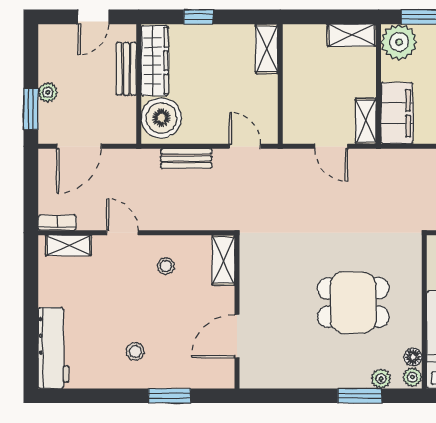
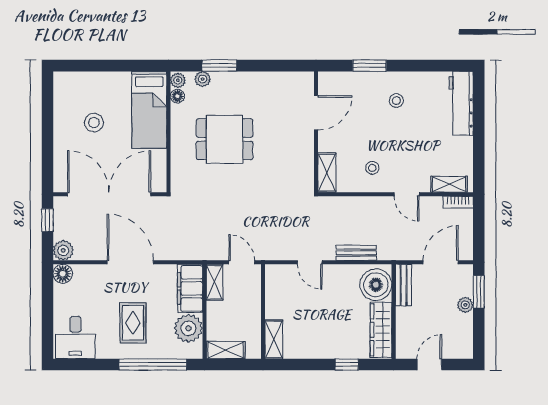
plant: (399, 42) -> (188, 328), moved
shelving: (267, 49) -> (274, 339), moved
bench: (126, 69) -> (403, 285), moved
wall: (280, 84) -> (263, 312), moved

